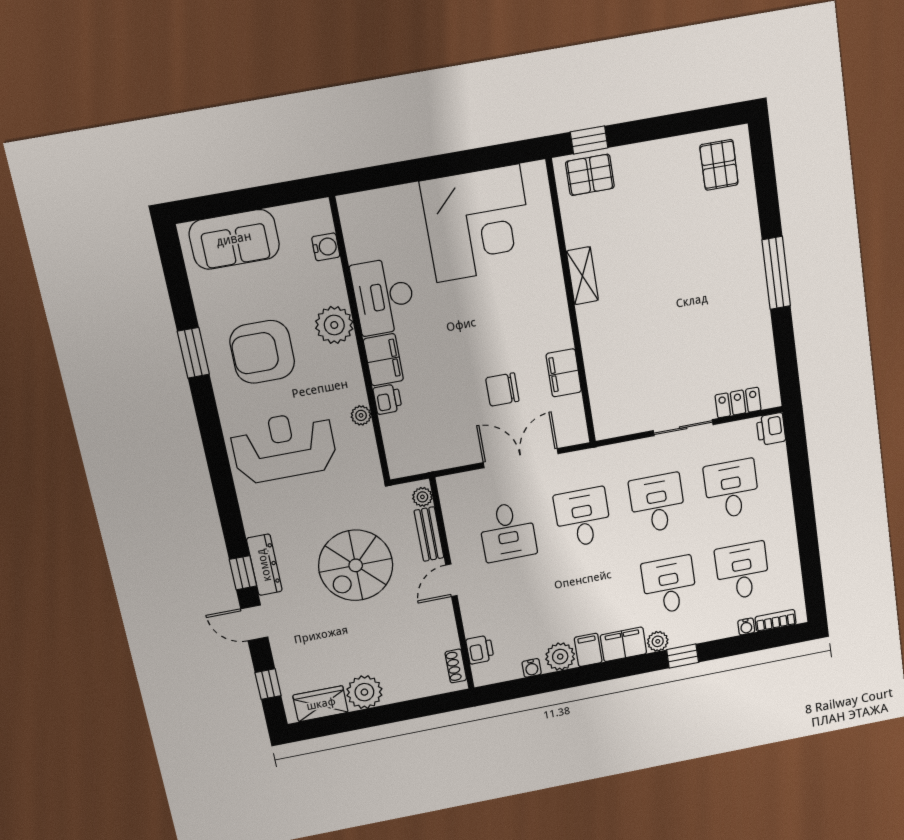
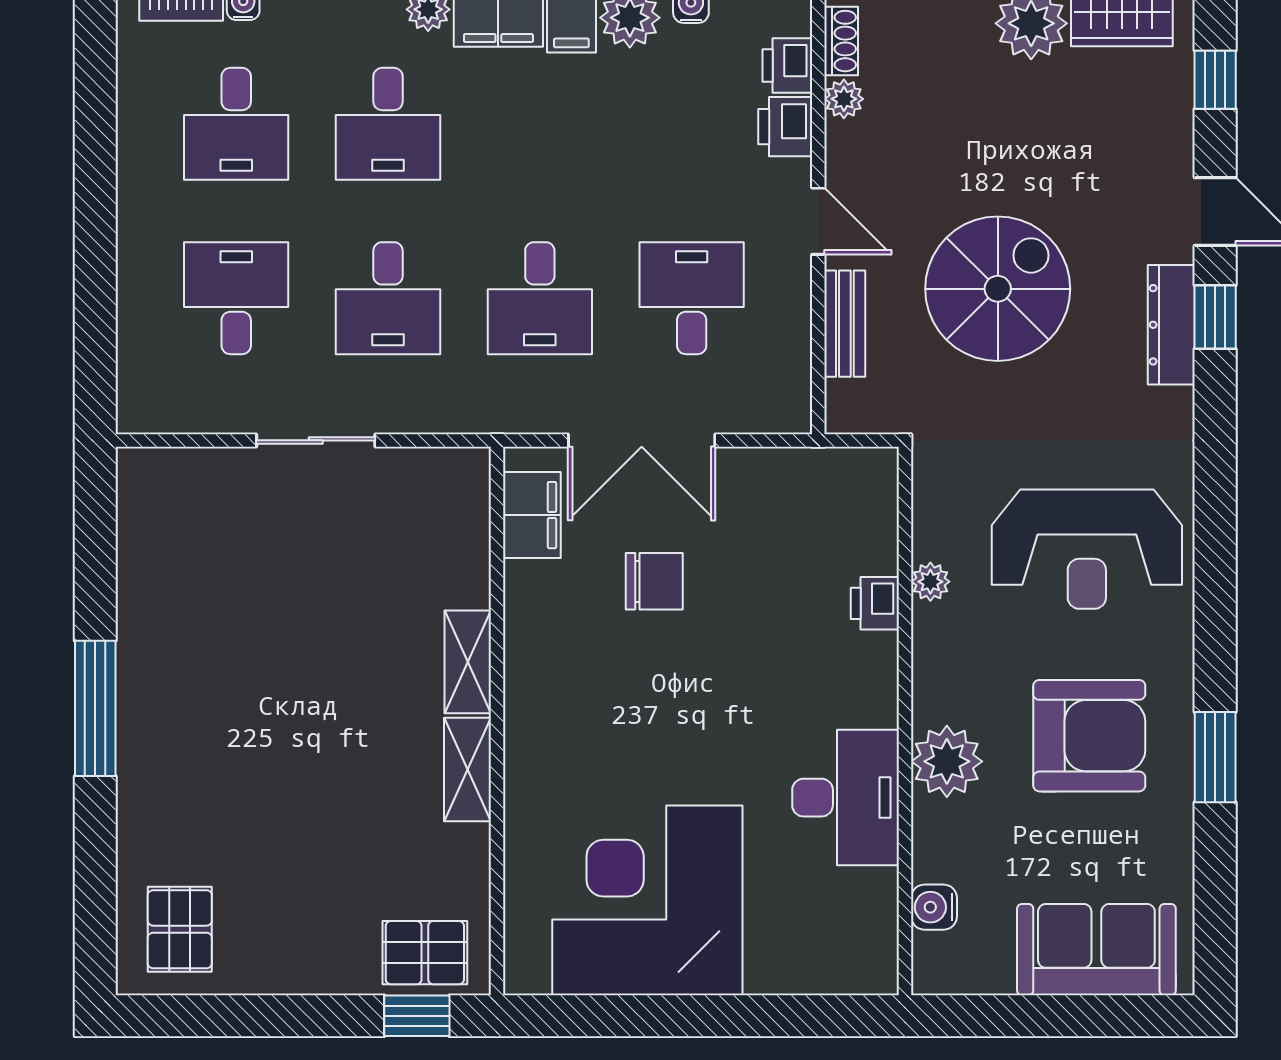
shelving: (591, 331) -> (468, 662), added
filing cabinet: (383, 360) -> (868, 680), removed
filing cabinet: (564, 373) -> (532, 515), moved
locker: (738, 403) -> (201, 470), removed
printer: (771, 429) -> (785, 127), moved, turned 180
desk: (732, 489) -> (236, 298), turned 180
plant: (422, 497) -> (844, 99), moved
door: (451, 580) -> (818, 221), hinge flipped

